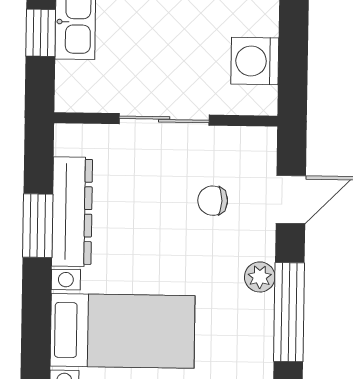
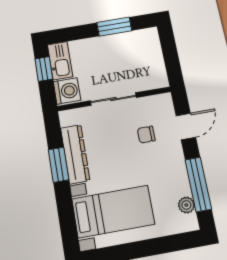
washing machine: (255, 61) -> (67, 91), moved, turned 180
plant: (260, 277) -> (186, 205), moved

